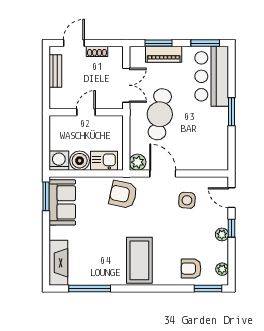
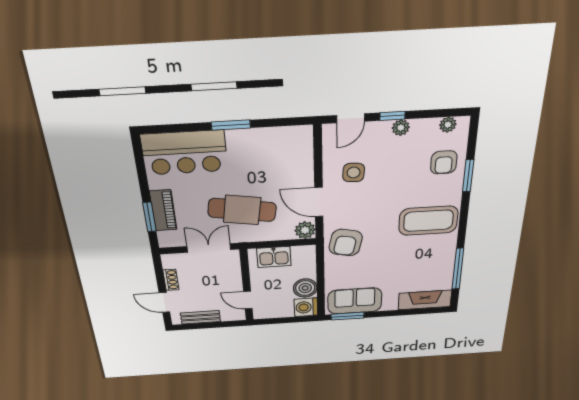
window: (205, 43) -> (140, 163), removed
door: (86, 112) -> (248, 300), moved
kitchen sink: (104, 161) -> (274, 257), moved, turned -90
door: (163, 174) -> (319, 202), hinge flipped
window: (208, 288) -> (468, 176), moved

